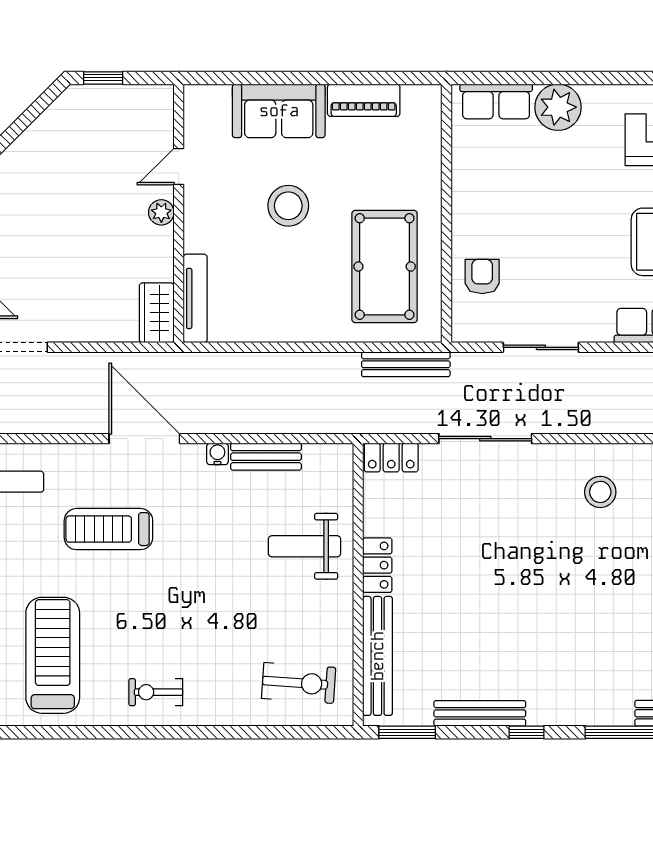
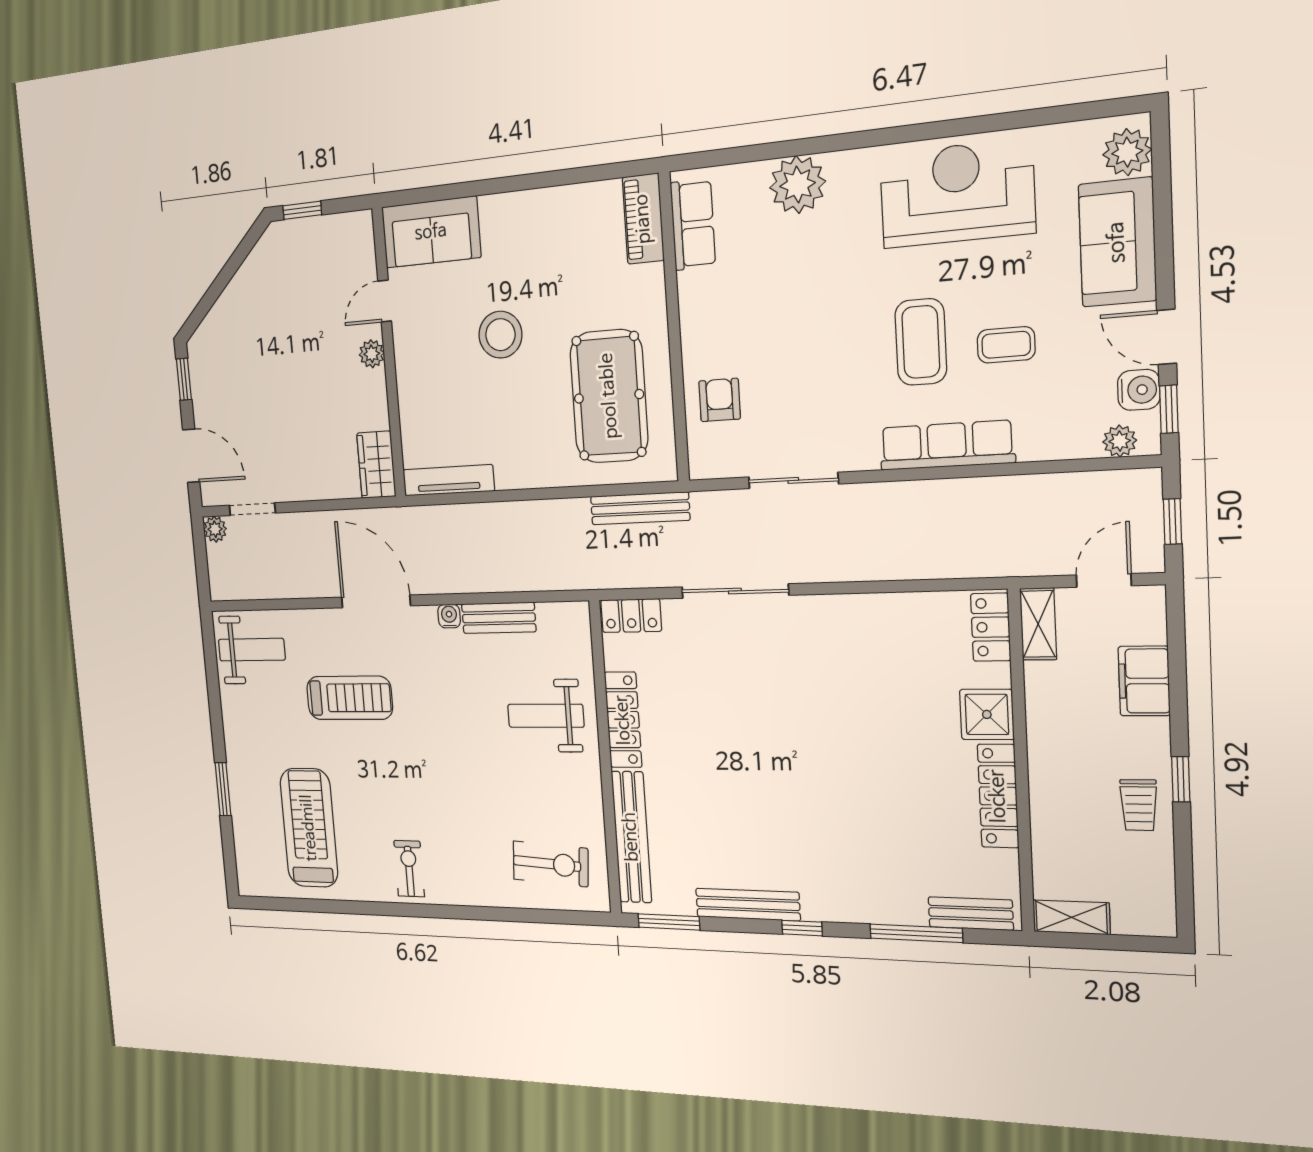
piano: (364, 100) -> (643, 219), moved, turned 90
row of seats: (496, 101) -> (693, 225), moved, turned -90
sofa: (279, 111) -> (431, 232), moved
tv unit: (195, 298) -> (448, 480), moved, turned -90
stool: (600, 492) -> (874, 651), removed
treadmill: (108, 529) -> (350, 698), turned 180
locker: (377, 565) -> (623, 720), width x1.53
exercise bike: (156, 692) -> (409, 869), turned 90

